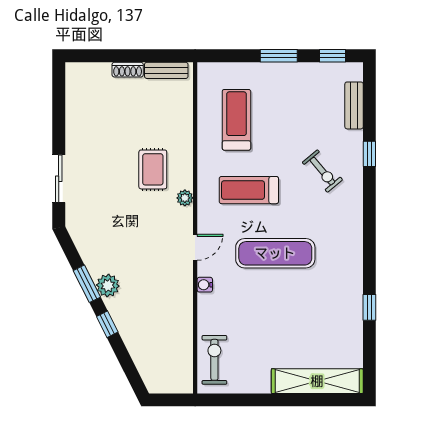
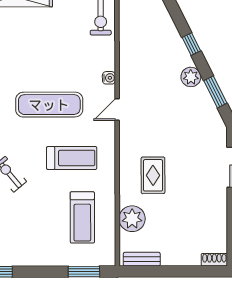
window: (279, 56) -> (84, 272), moved
shoe rack: (128, 70) -> (214, 260), moved
plant: (185, 198) -> (132, 219), moved, width x1.87, depth x1.87
window: (87, 284) -> (215, 92), moved

